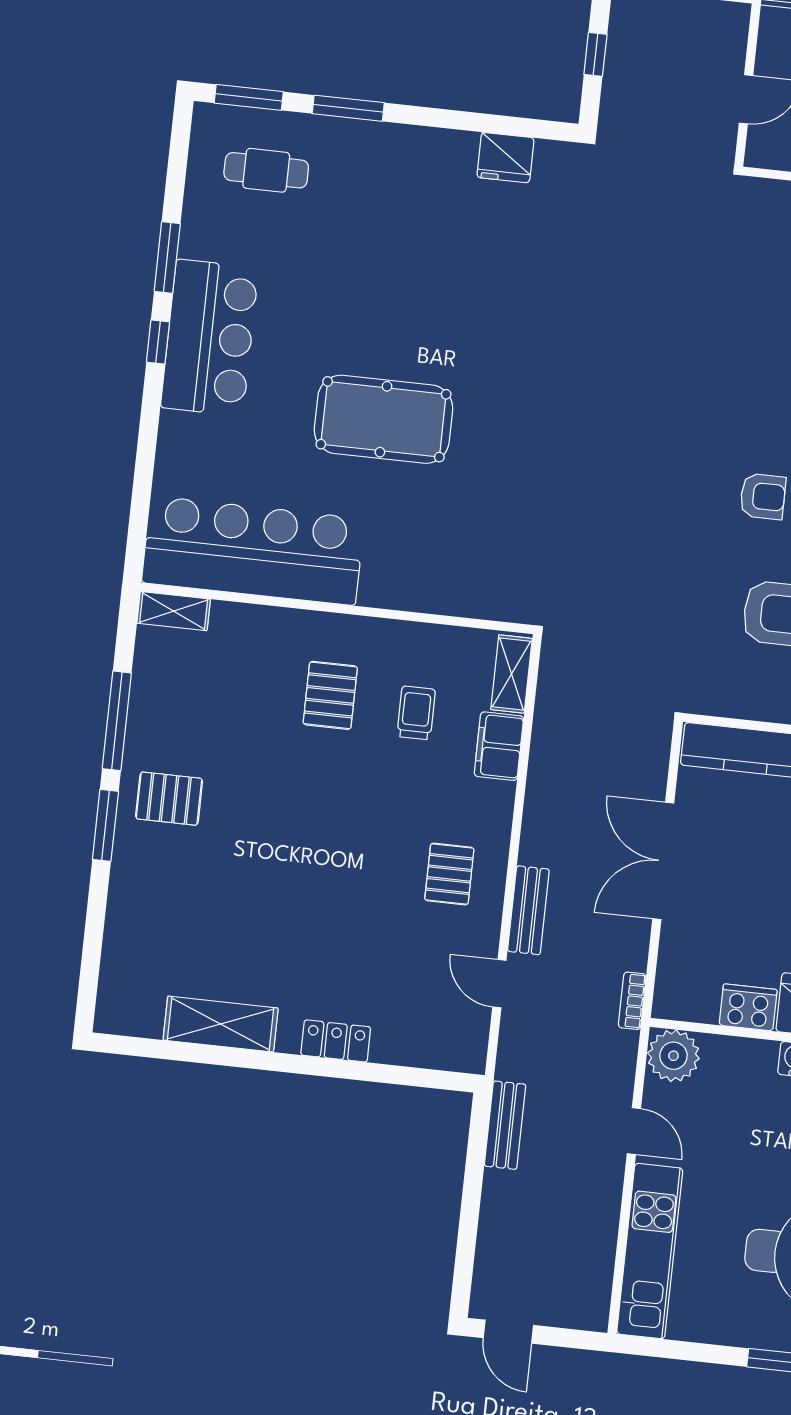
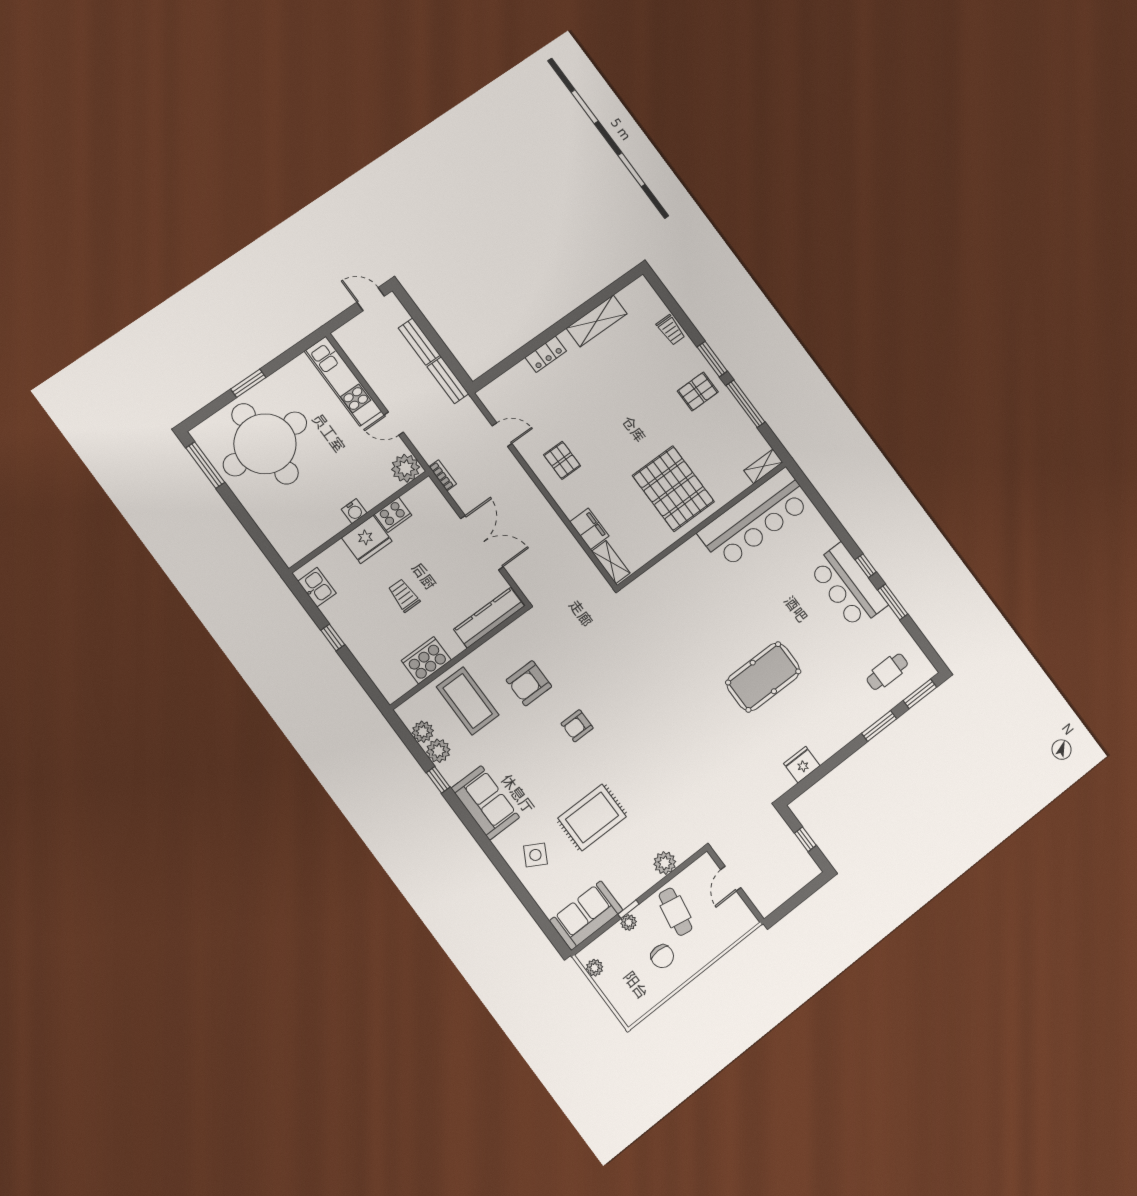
pool table: (383, 419) -> (763, 677), moved
pallet: (330, 695) -> (673, 489), width x2.05, depth x2.00
trolley: (416, 713) -> (671, 330), moved
bench: (528, 910) -> (419, 342), moved

